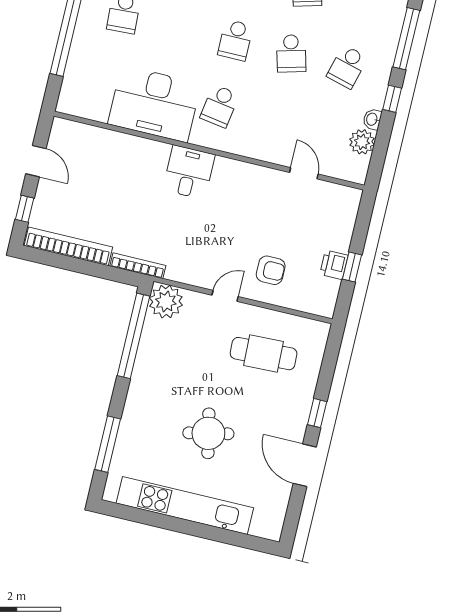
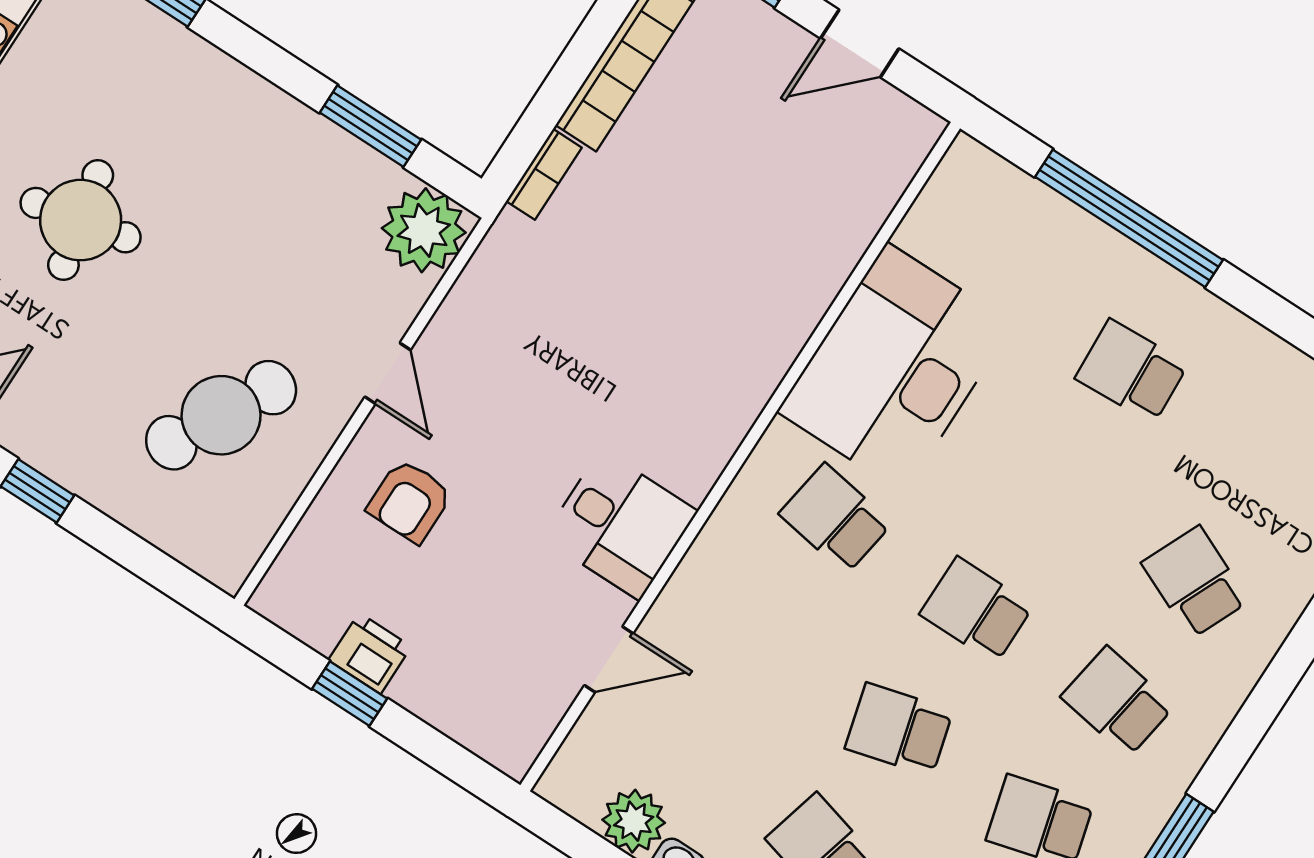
desk: (189, 172) -> (620, 525), moved
bookcase: (138, 266) -> (544, 174), width x0.64
window: (133, 336) -> (370, 126), width x0.47
cafe table: (264, 354) -> (221, 415), turned 30

